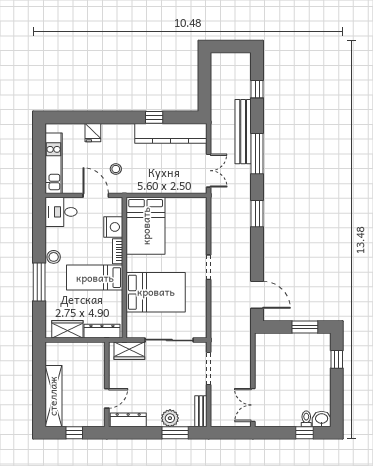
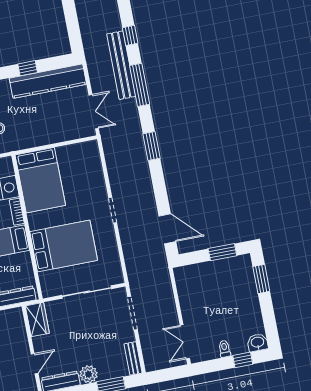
window: (257, 89) -> (130, 35), moved
wardrobe: (129, 351) -> (37, 320), moved, turned -90
window: (337, 359) -> (261, 279), width x1.50
plant: (170, 418) -> (89, 374), moved
toilet: (306, 419) -> (225, 349), moved

